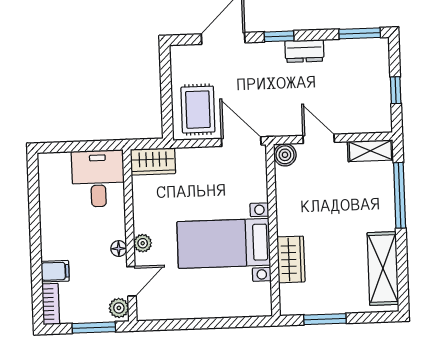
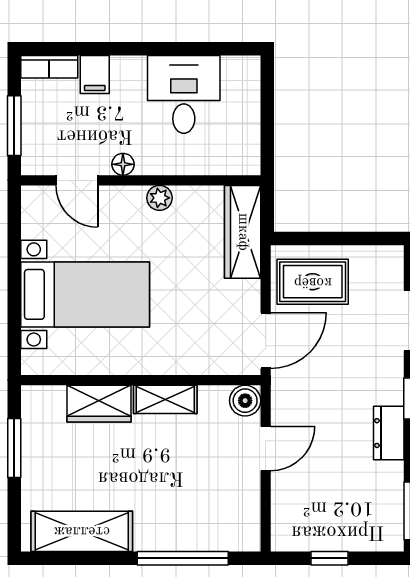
shelving: (370, 151) -> (165, 399), moved, turned 90
wardrobe: (153, 161) -> (243, 232), width x1.50
desk: (98, 179) -> (184, 94), moved, turned -90
plant: (143, 243) -> (160, 198), moved
bed with nightstands: (224, 243) -> (85, 294), moved, turned 90
plant: (119, 308) -> (40, 161), removed

